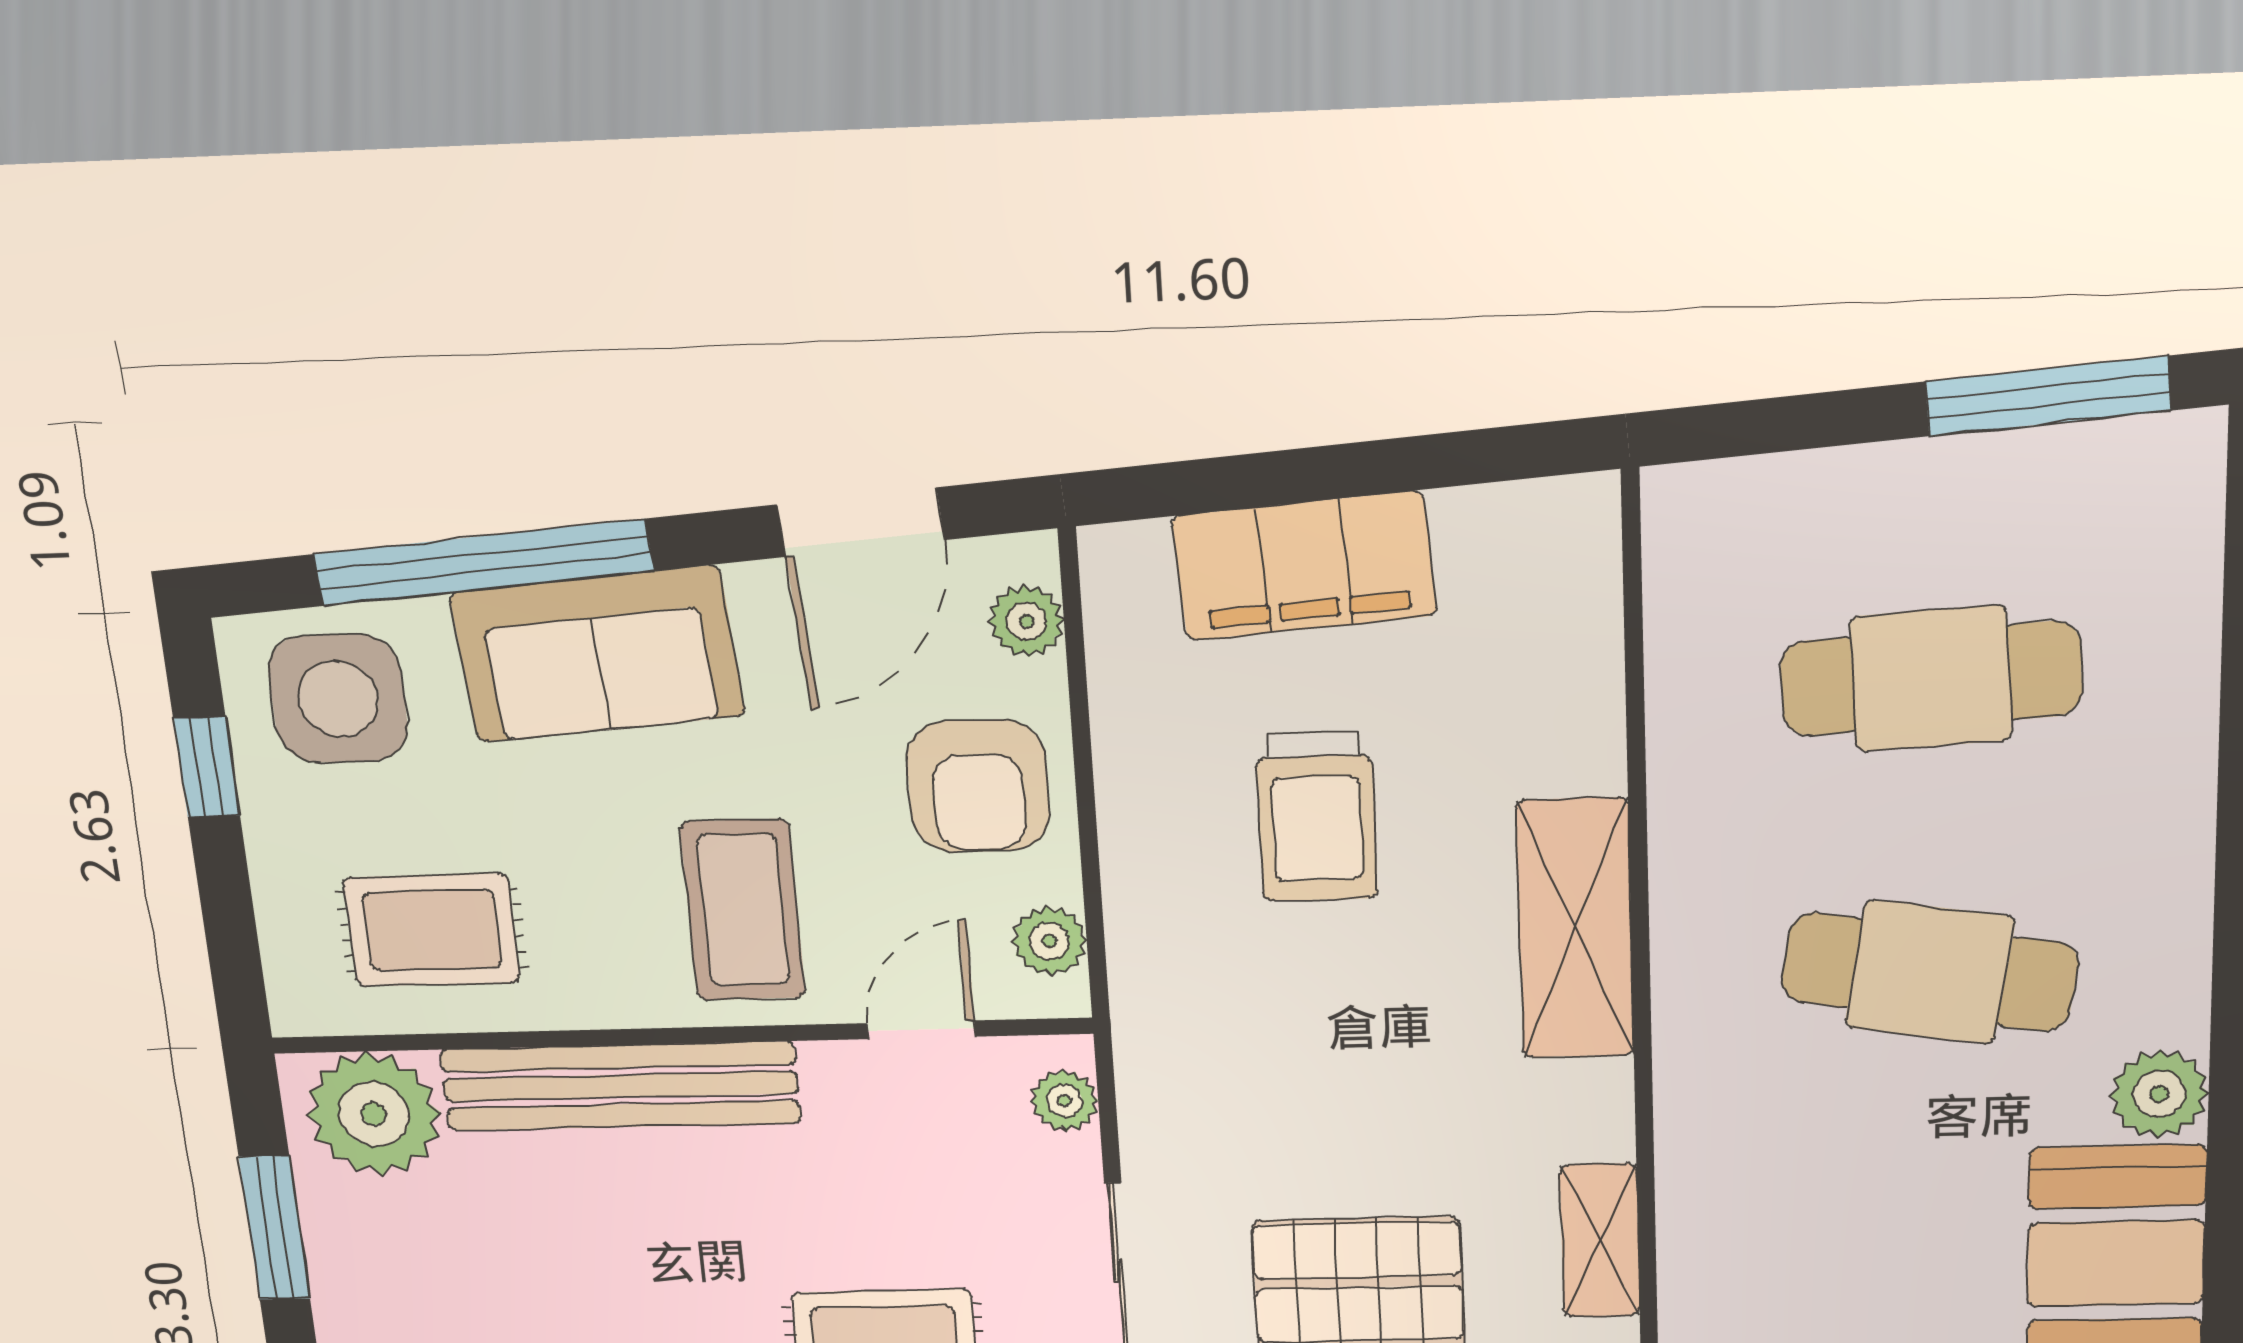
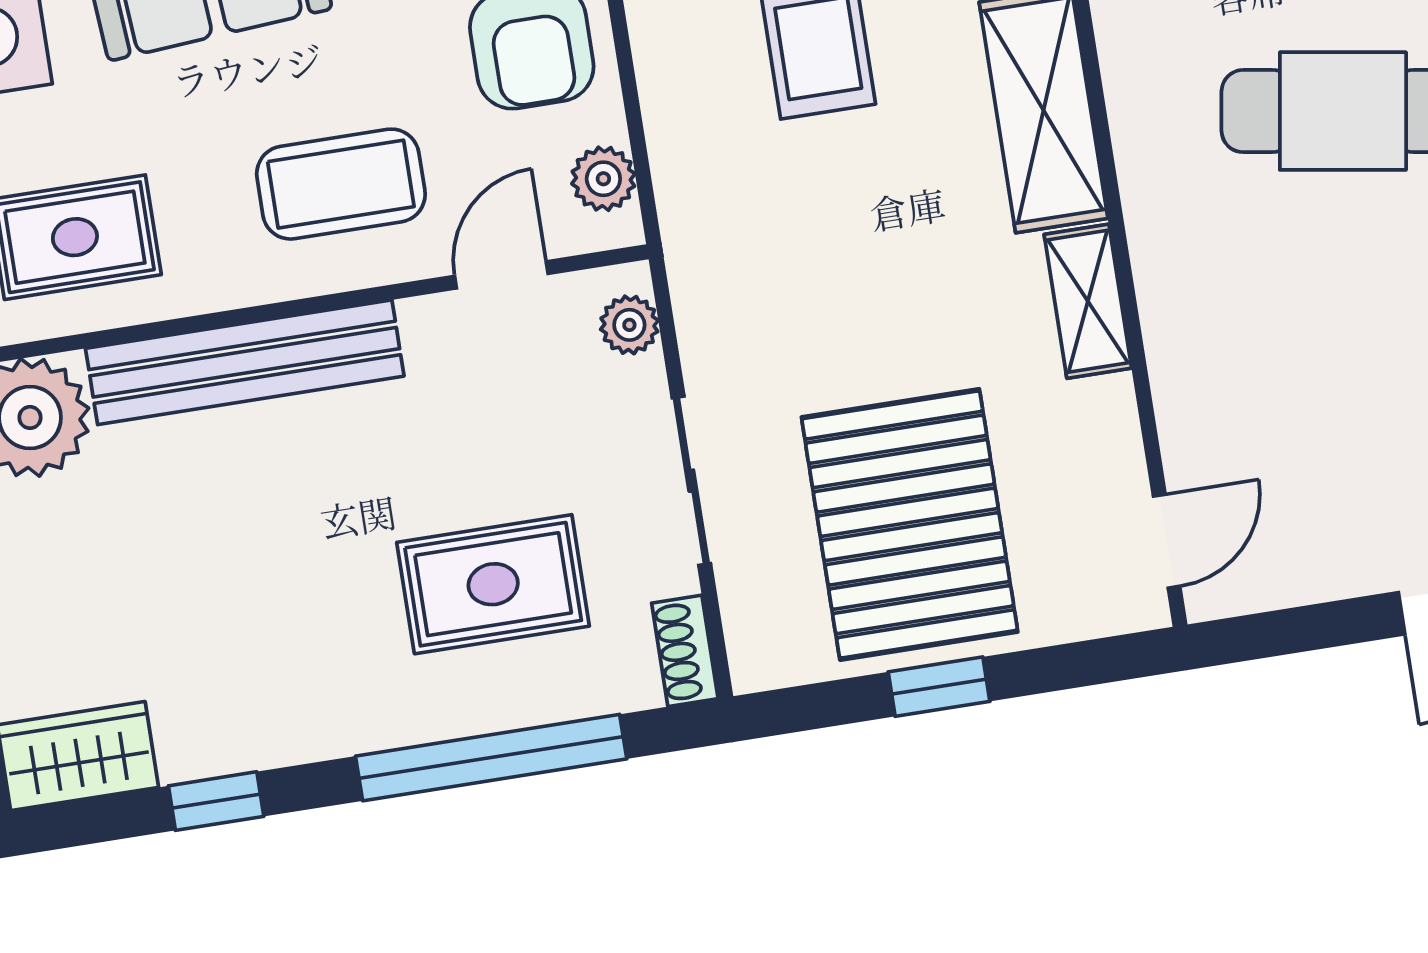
coffee table: (743, 910) -> (341, 184), turned 90
shelving: (1600, 1240) -> (1088, 301), moved

